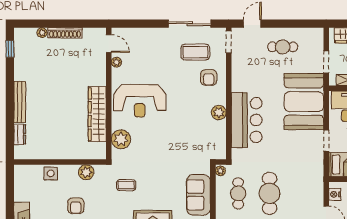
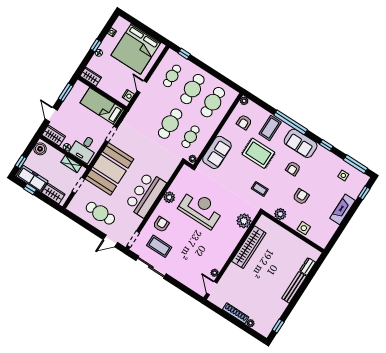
cafe table: (283, 47) -> (100, 213), width x1.37, depth x1.35
reception desk: (140, 101) -> (201, 209), moved
bar counter: (247, 120) -> (146, 194), moved

